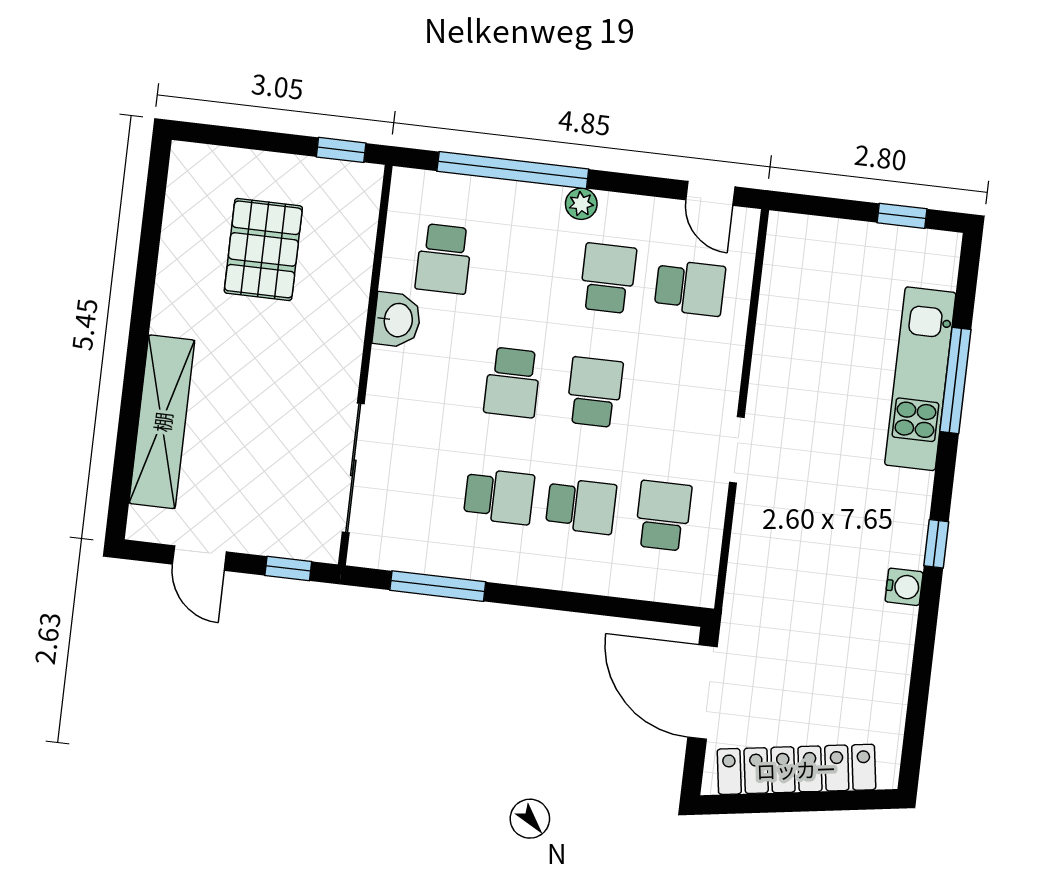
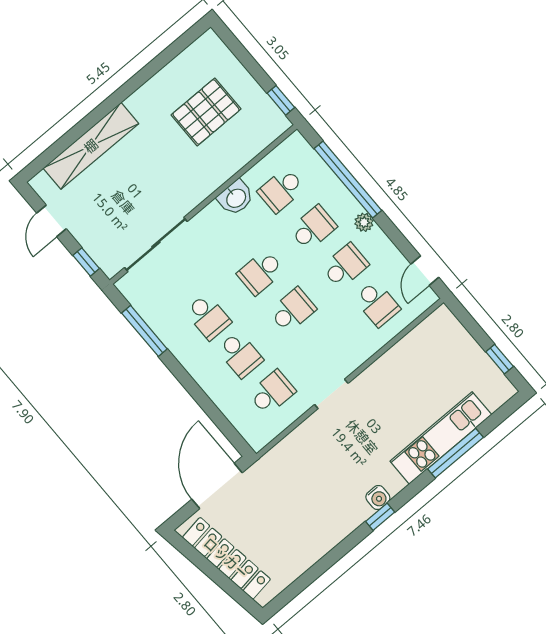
school desk: (526, 269) -> (313, 228), added
water cooler: (904, 587) -> (378, 497), moved

